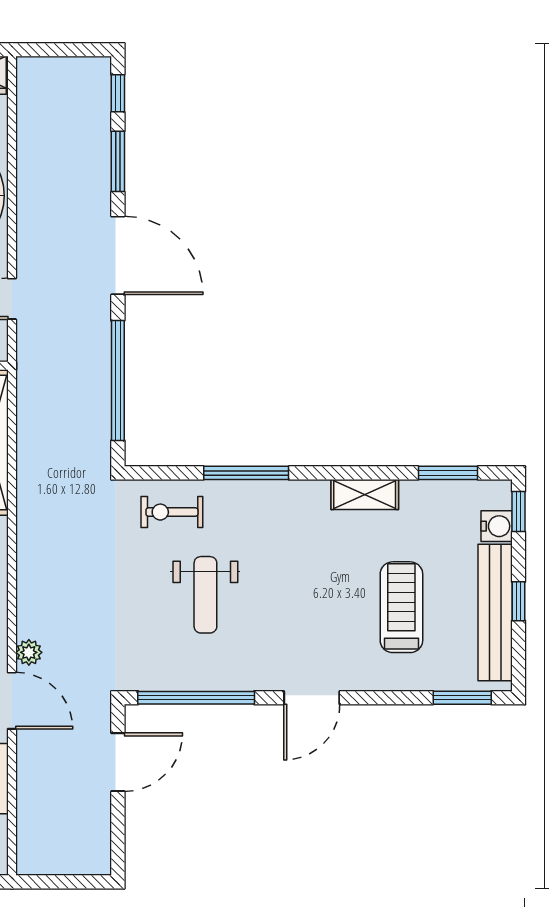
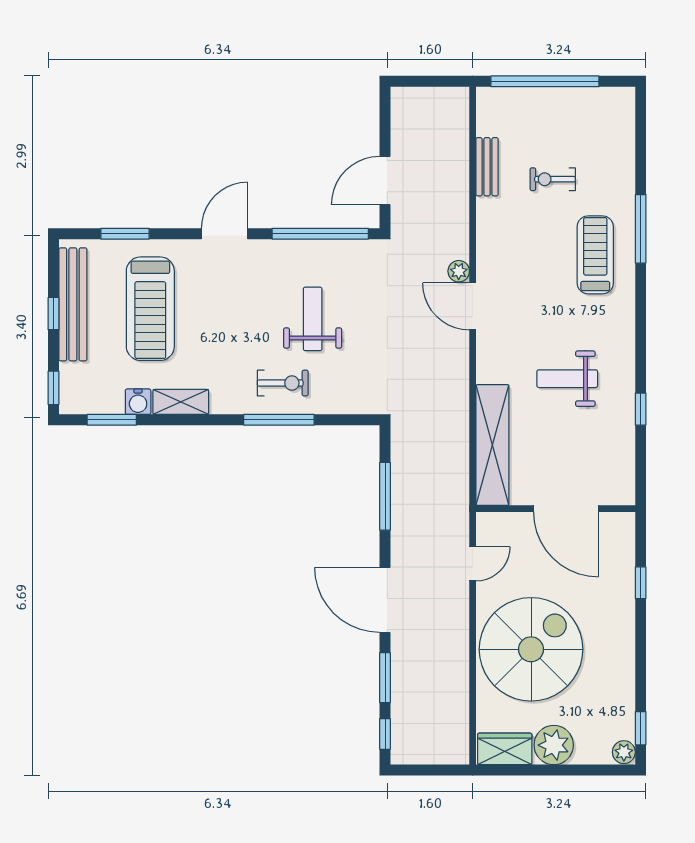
window: (118, 380) -> (385, 496), width x0.68
exercise bike: (172, 512) -> (283, 383), moved
water cooler: (497, 526) -> (138, 402), moved, turned -90
treadmill: (401, 607) -> (150, 309), width x1.37, depth x1.38
window: (462, 698) -> (125, 234), moved
door: (12, 701) -> (473, 306), moved

